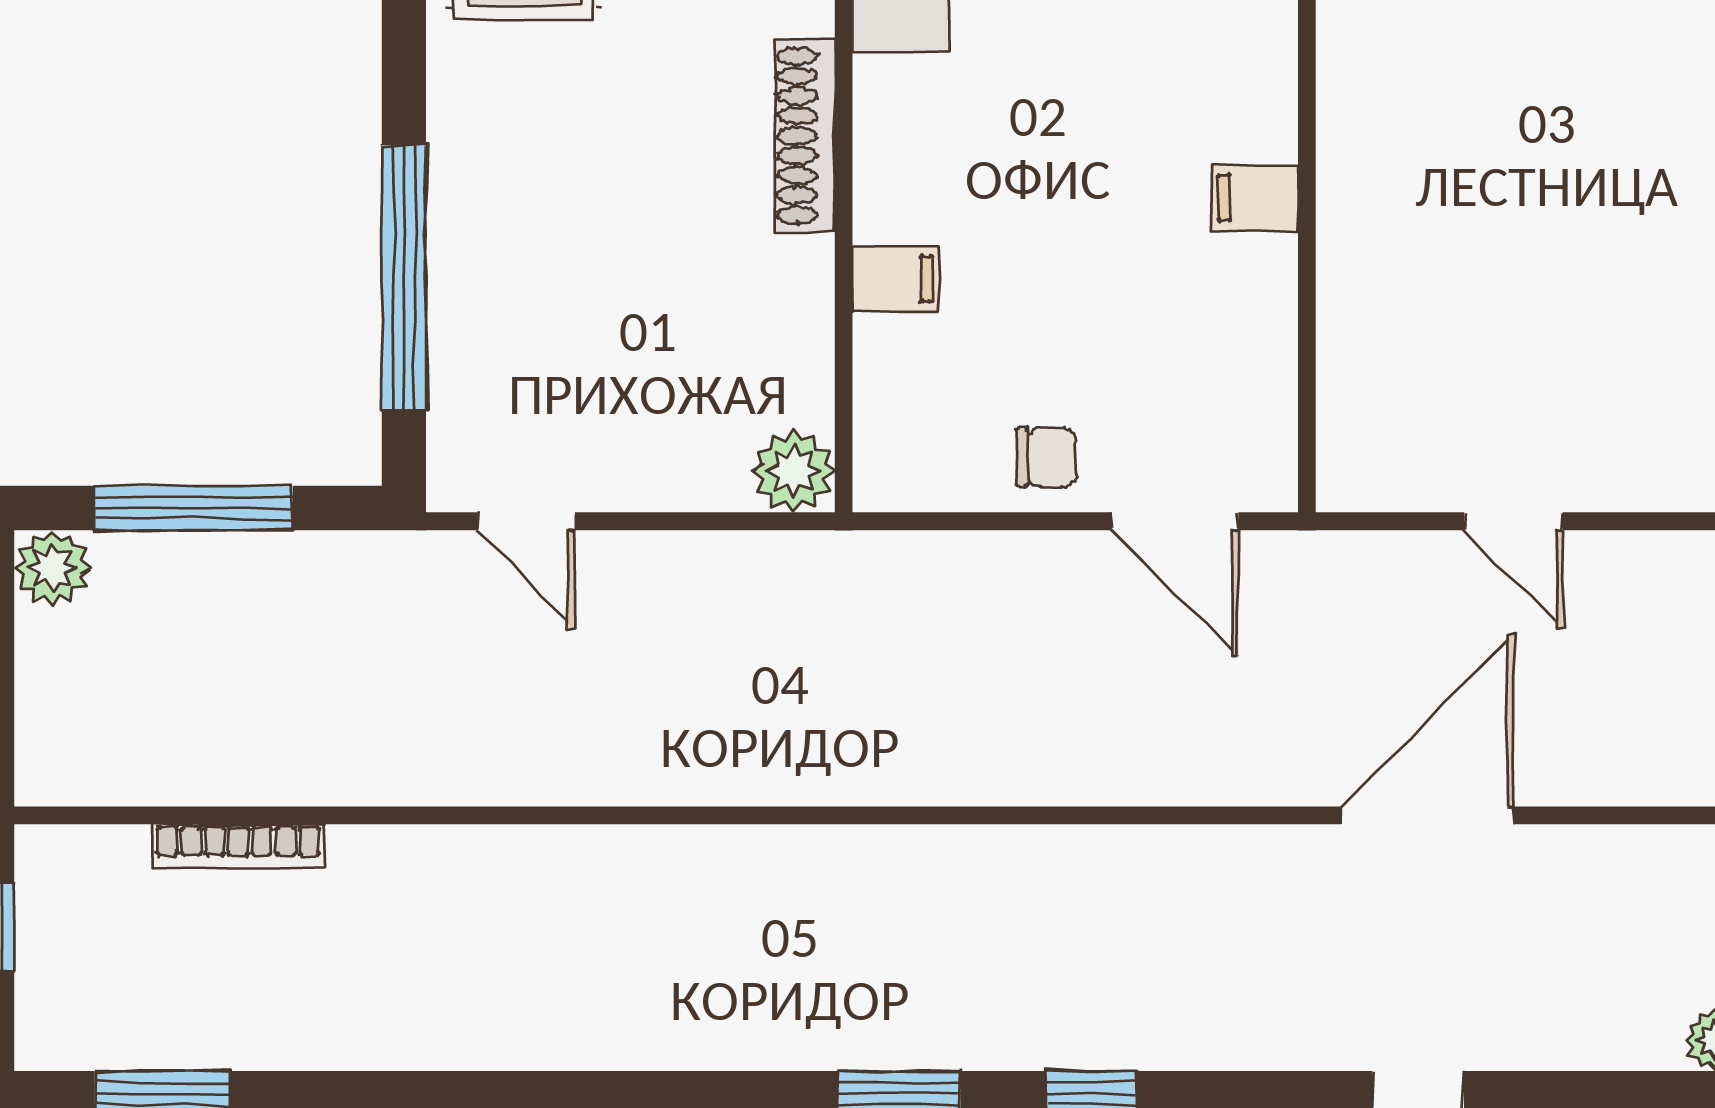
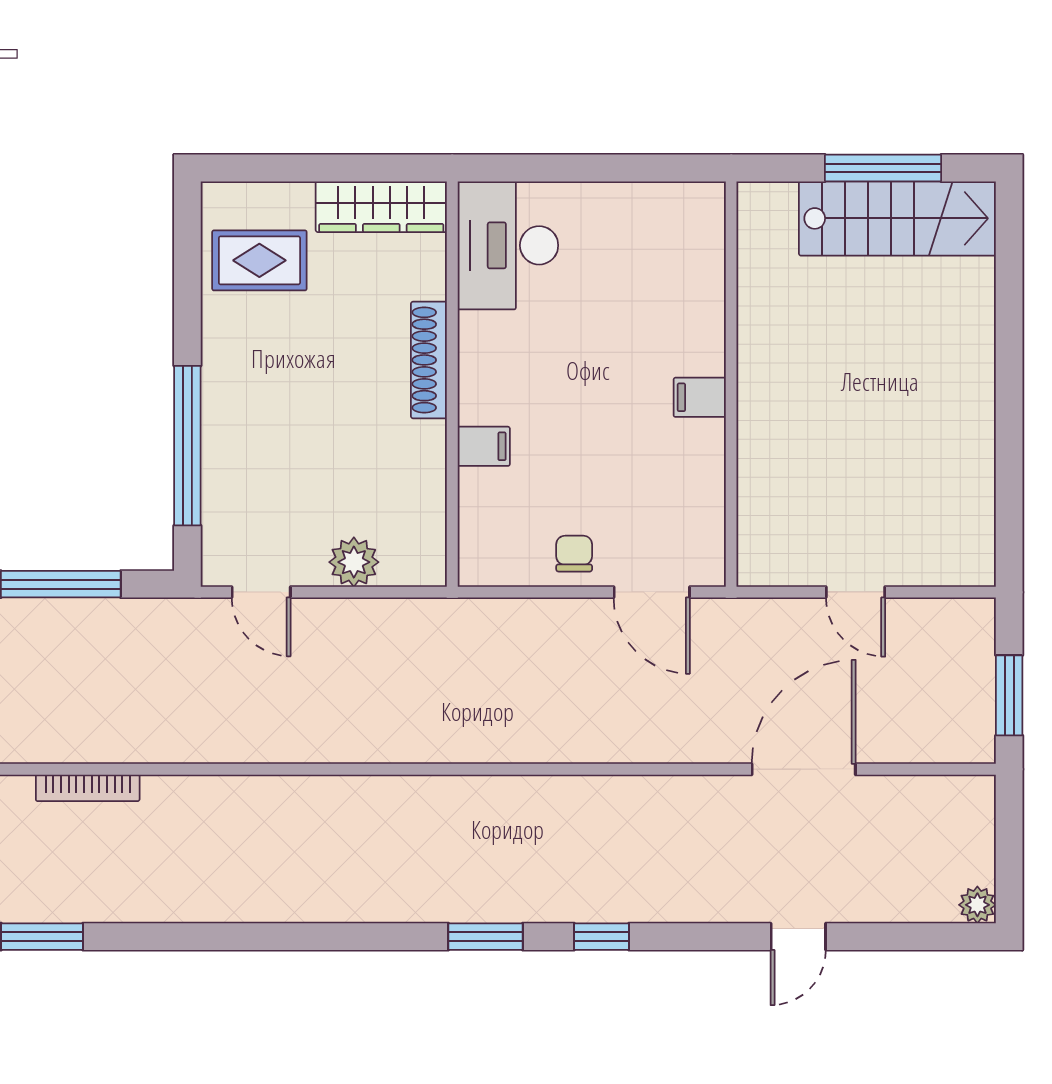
chair: (1046, 457) -> (574, 554), turned -90
plant: (794, 471) -> (354, 562), moved

